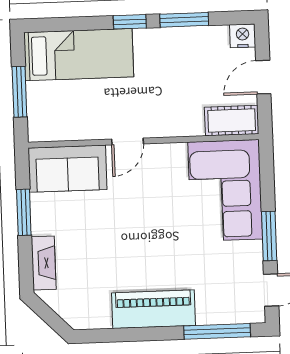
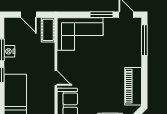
nightstand: (243, 36) -> (9, 51), moved
piano: (153, 309) -> (133, 86), moved

